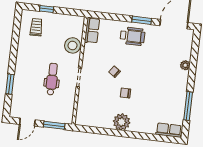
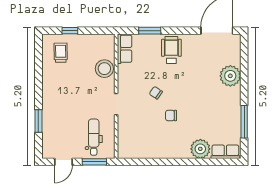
window: (142, 20) -> (150, 31), moved
wheelchair: (132, 36) -> (171, 50), turned -90
plant: (185, 65) -> (230, 76), width x1.87, depth x1.87
dental chair: (52, 79) -> (94, 137), moved
plant: (122, 122) -> (200, 149), moved

